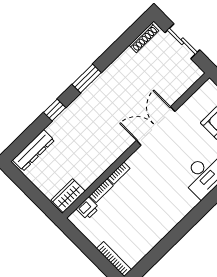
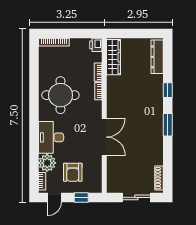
wardrobe: (68, 196) -> (113, 57), width x1.50
round table: (157, 205) -> (60, 95), added
printer: (88, 208) -> (96, 45), moved

